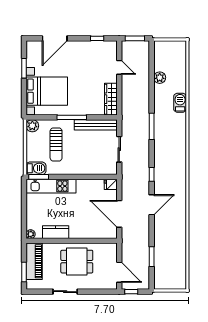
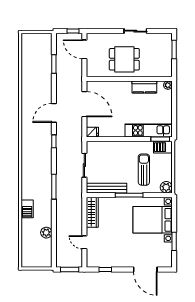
door: (55, 38) -> (145, 270), swing flipped
piano: (34, 261) -> (165, 60), removed

